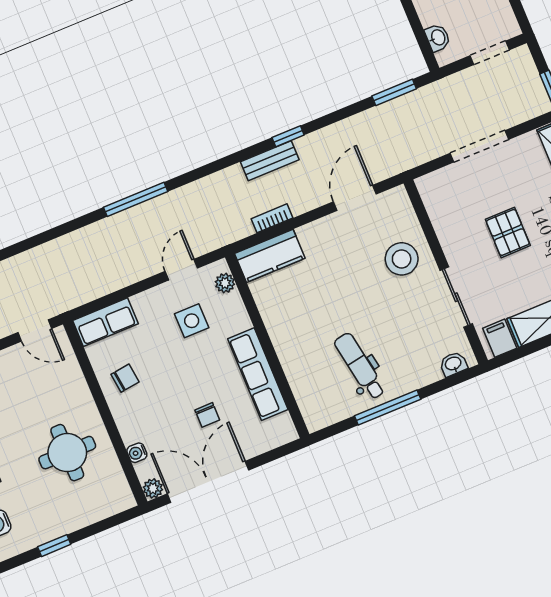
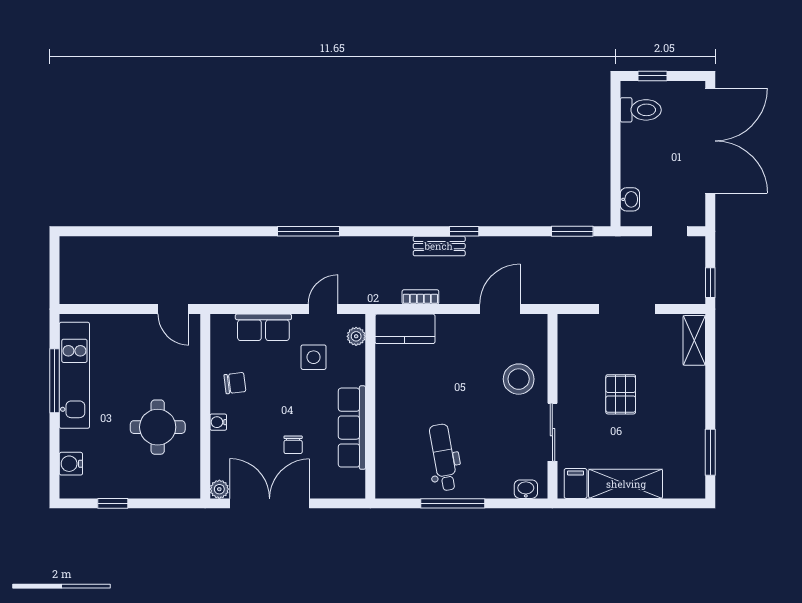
row of seats: (105, 322) -> (263, 327), moved
water cooler: (137, 453) -> (218, 422), moved

